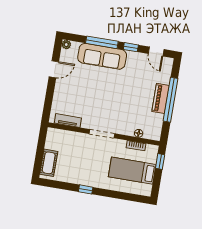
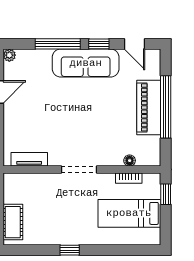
sofa: (102, 56) -> (86, 63), moved
piano: (161, 98) -> (149, 107), width x1.37, depth x1.33

